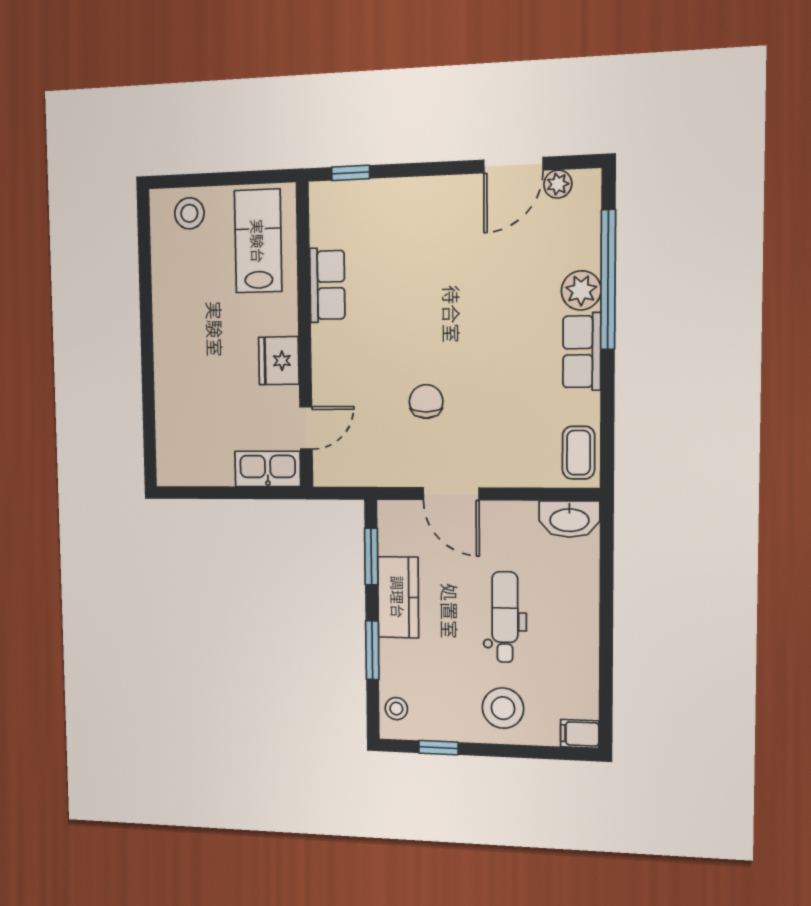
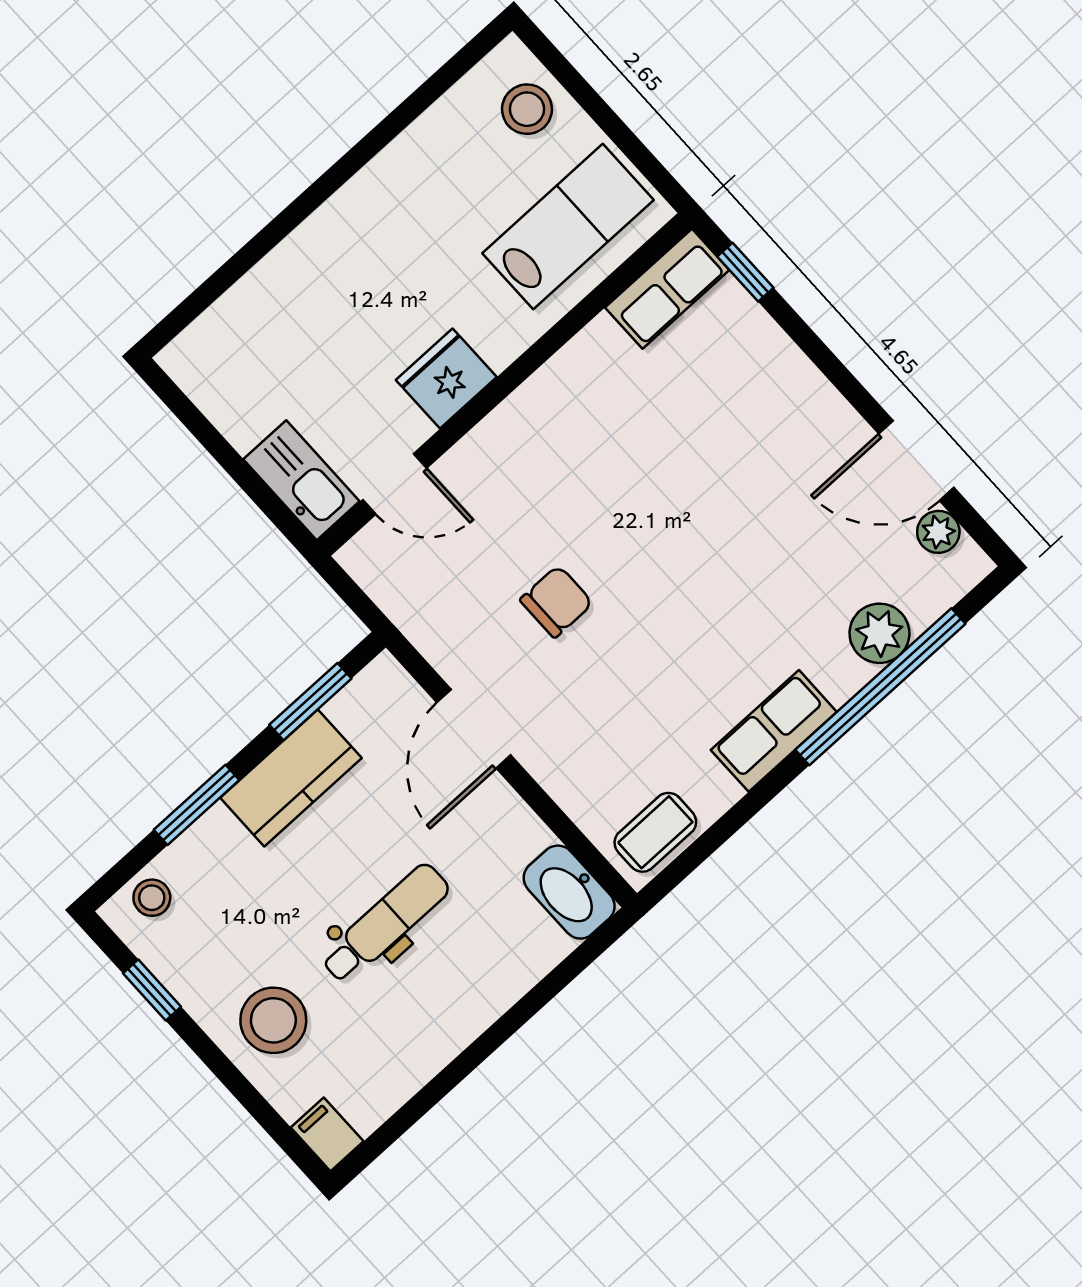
row of seats: (327, 285) -> (667, 289), moved
plant: (581, 290) -> (879, 633), moved

